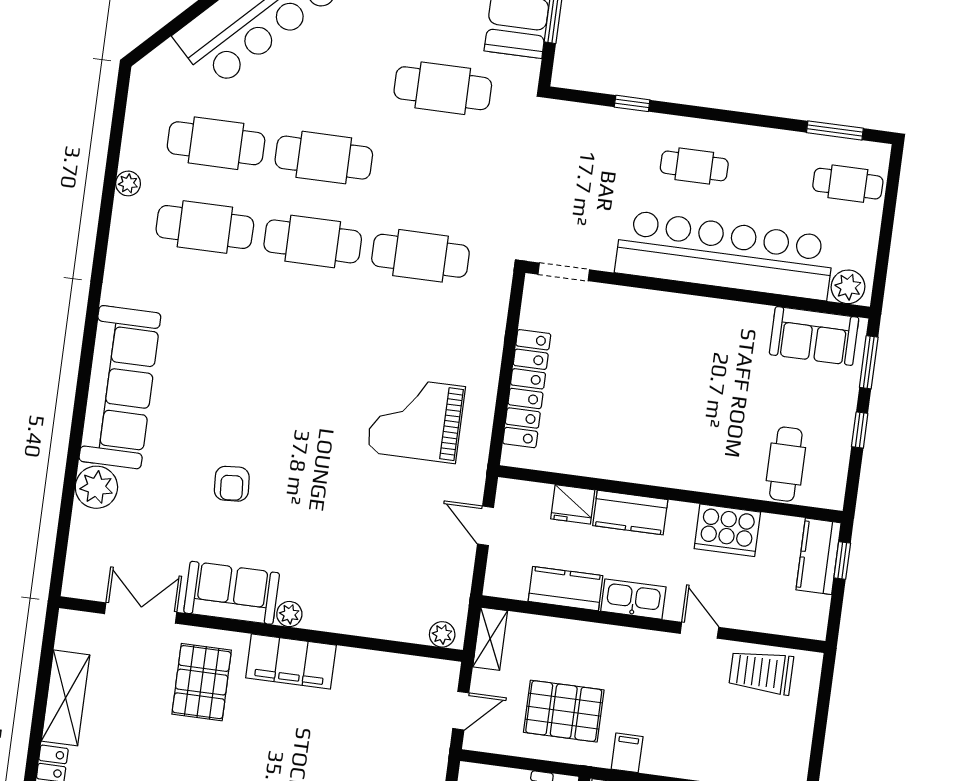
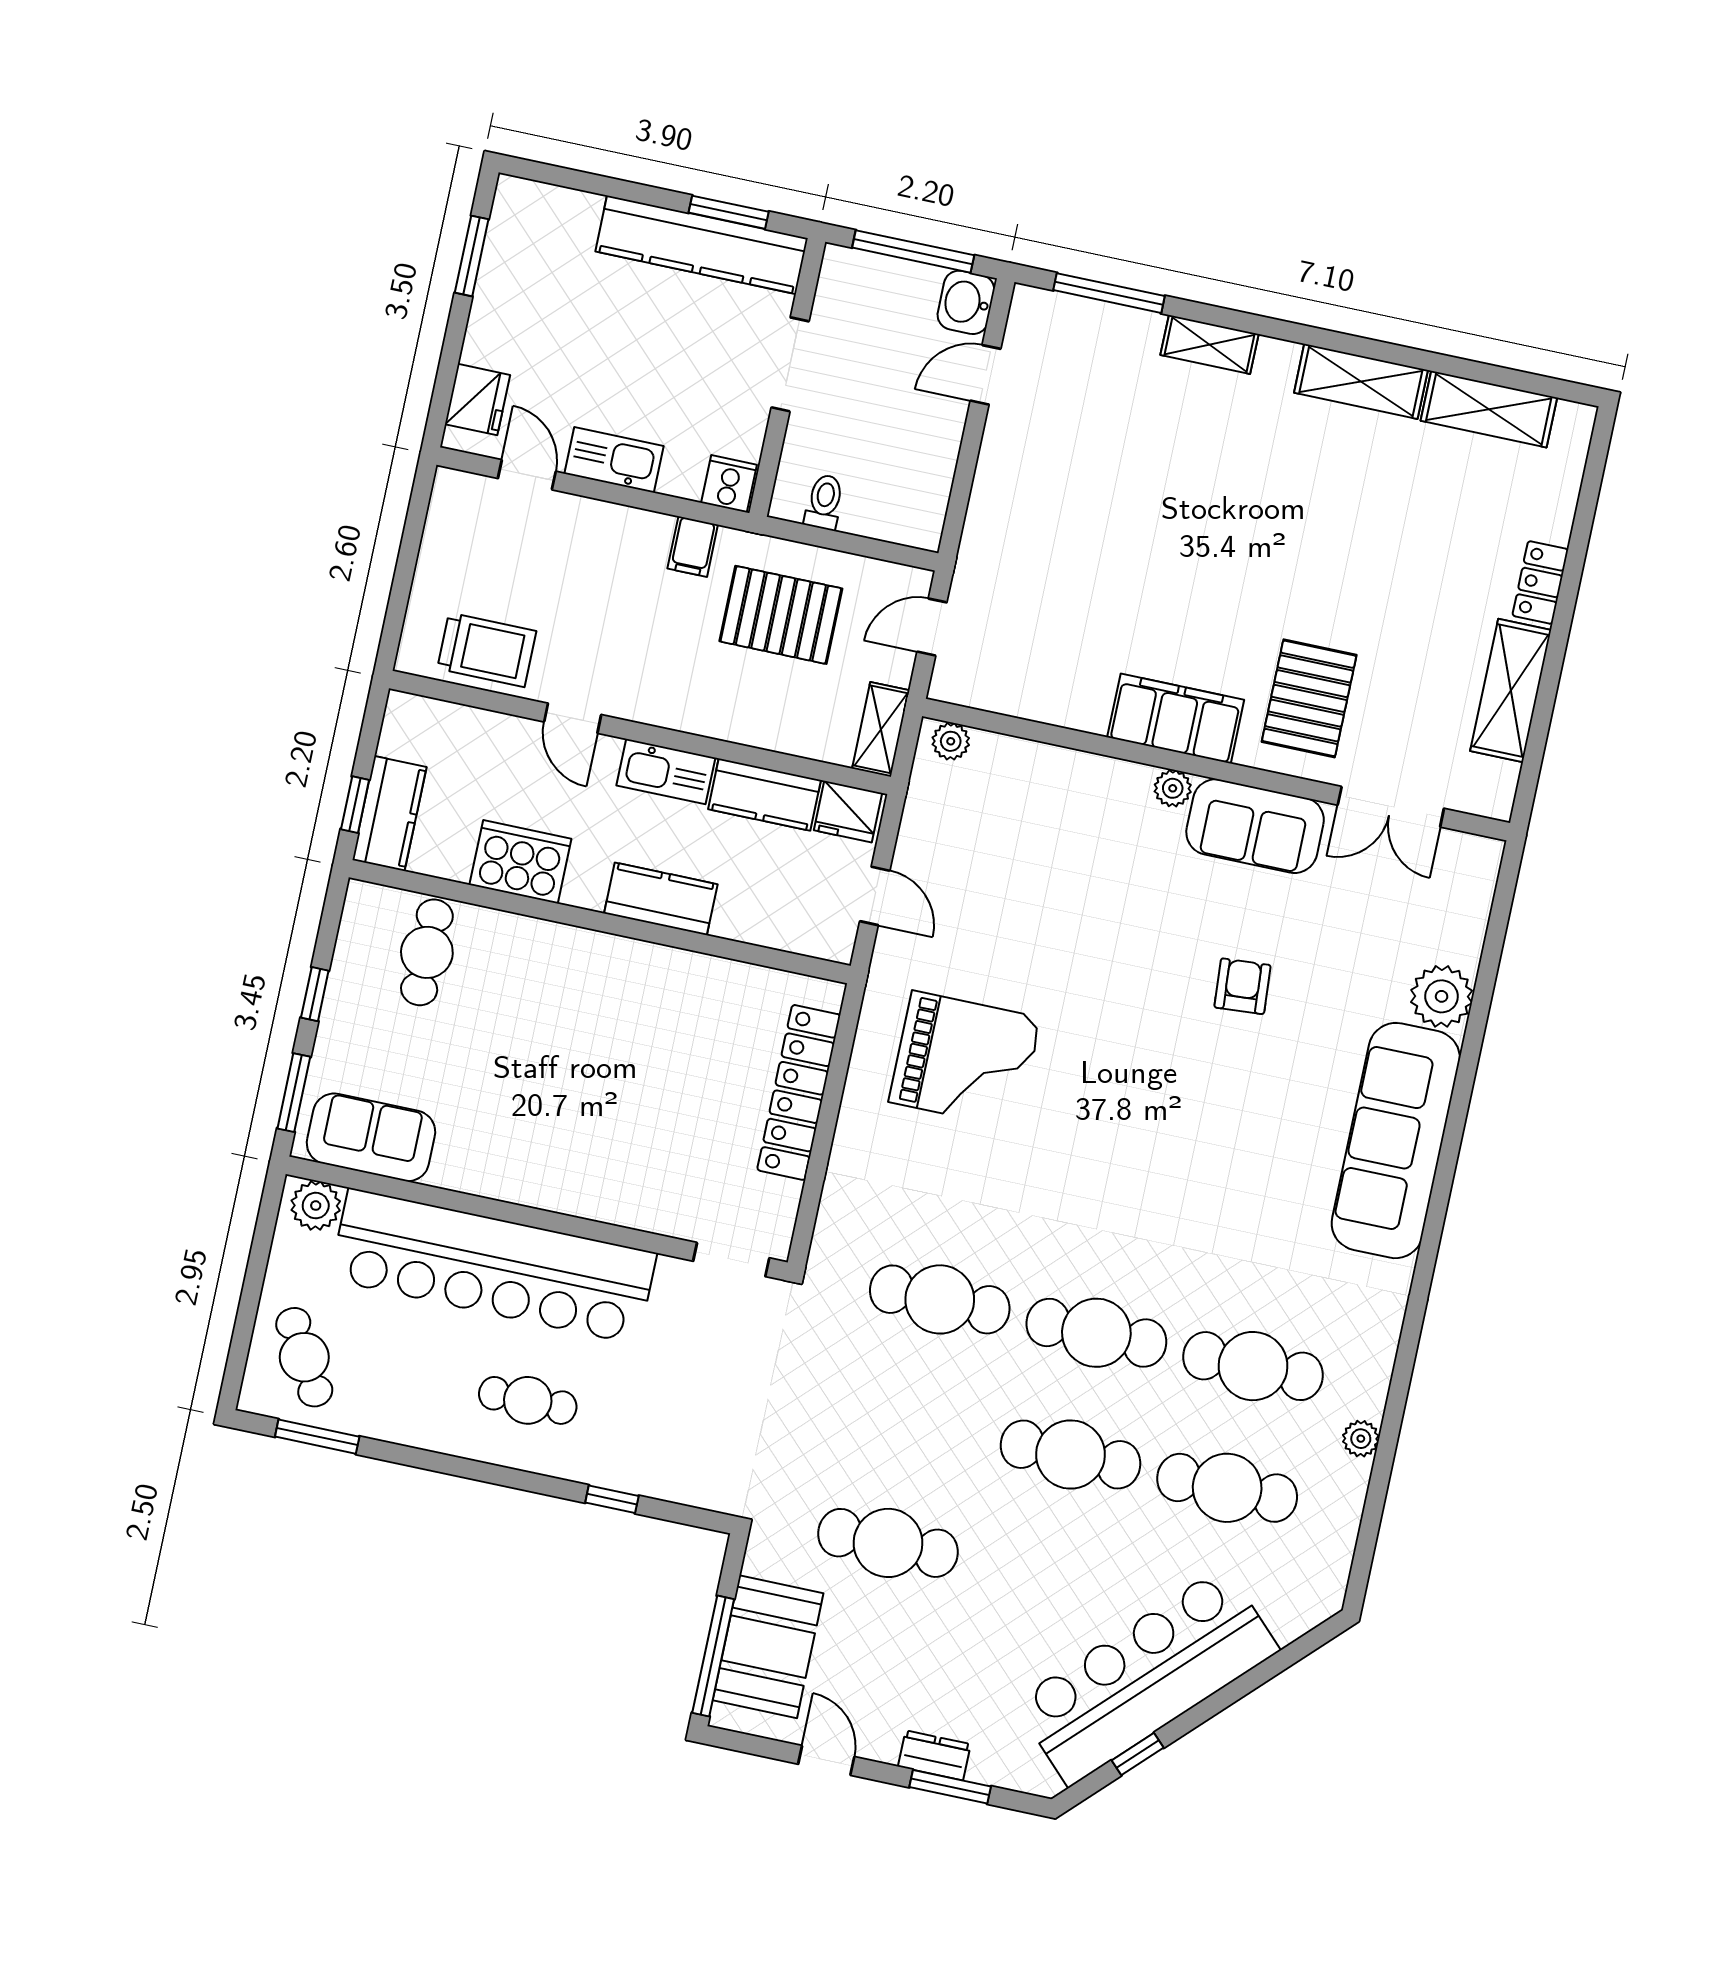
cafe table: (848, 184) -> (304, 1357), turned 60
fridge: (573, 504) -> (848, 812), moved, turned 180

